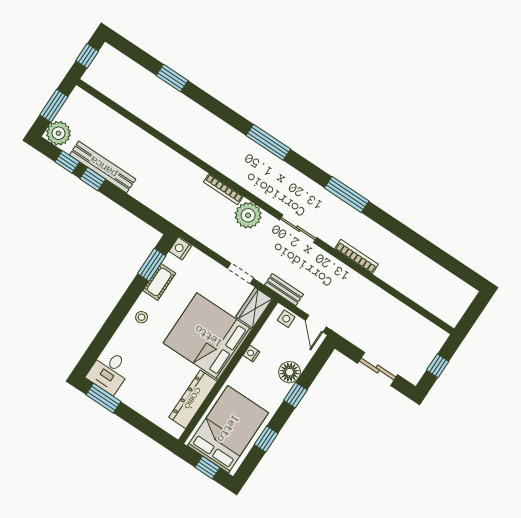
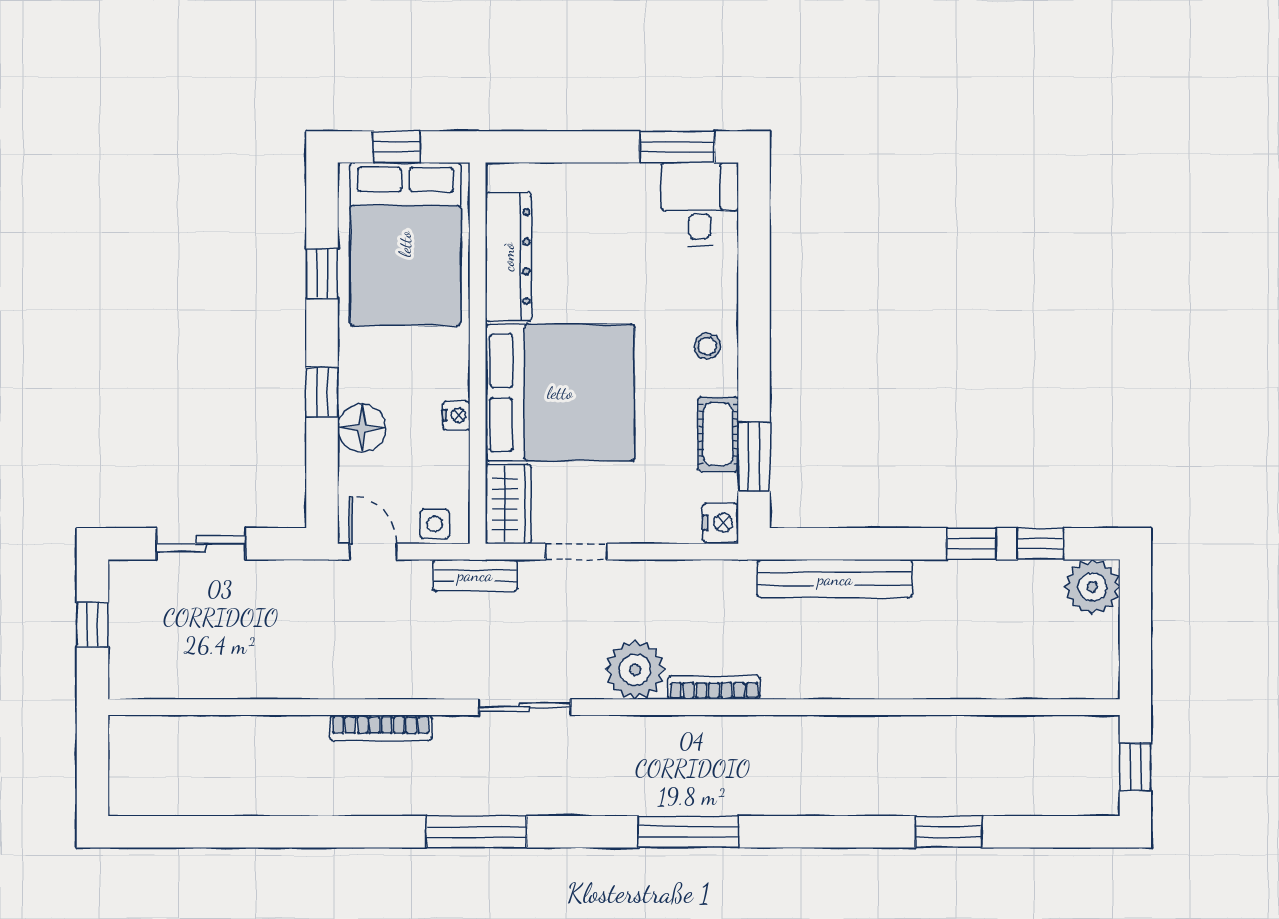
window: (54, 106) -> (1135, 632), removed
bench: (103, 167) -> (835, 579), moved

